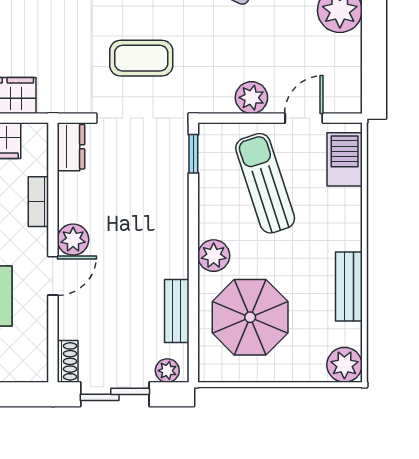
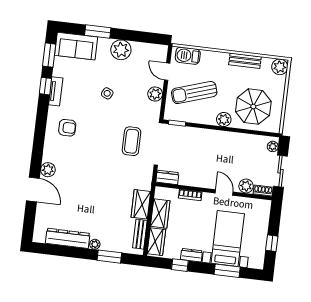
plant: (73, 240) -> (246, 186), moved
bench: (177, 311) -> (247, 139), removed

